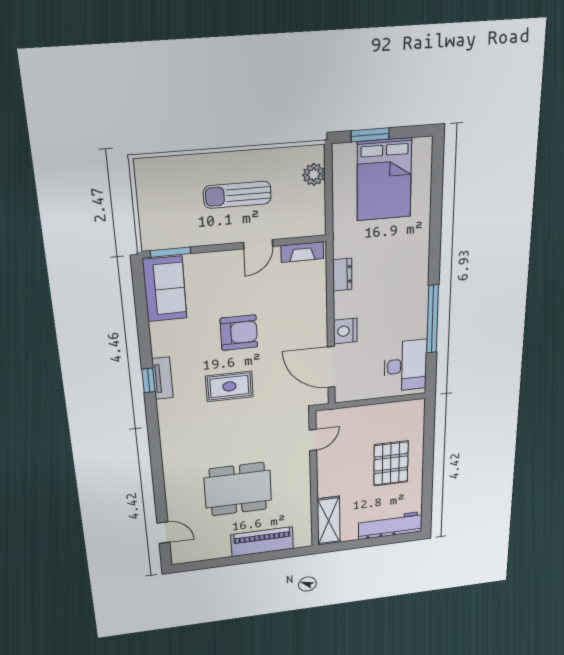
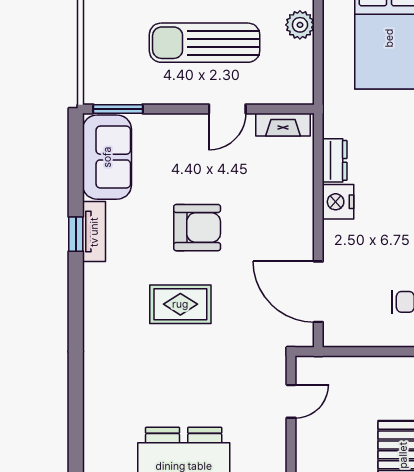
sun lounger: (237, 195) -> (205, 43), width x1.36, depth x1.34
nightstand: (345, 331) -> (338, 202), moved
tv unit: (162, 378) -> (94, 232), moved
window: (148, 380) -> (76, 234), moved

